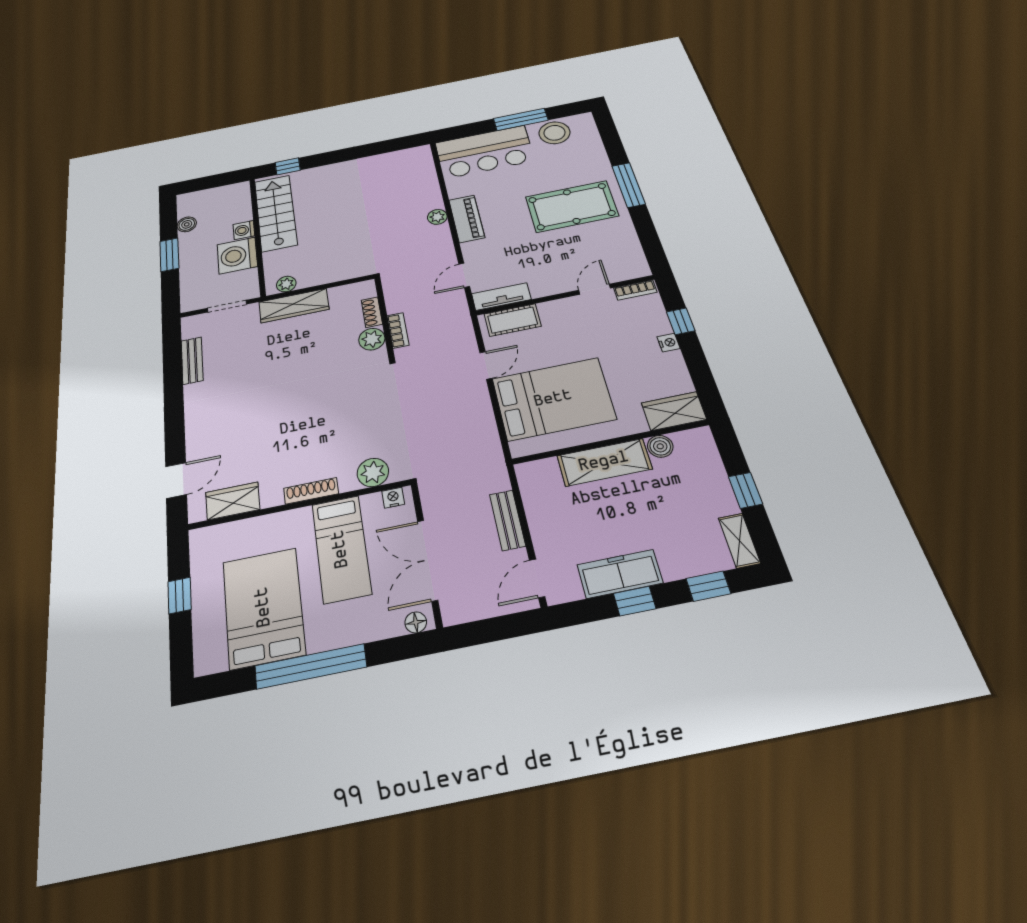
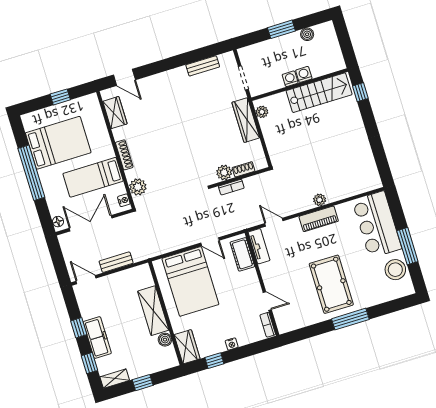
washing machine: (237, 256) -> (290, 79), width x0.53, depth x0.53
window: (681, 321) -> (214, 361), moved
freezer: (620, 574) -> (97, 338), moved

